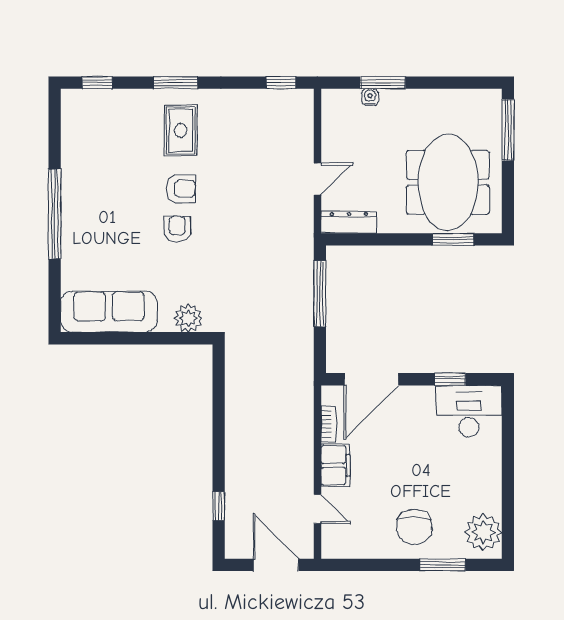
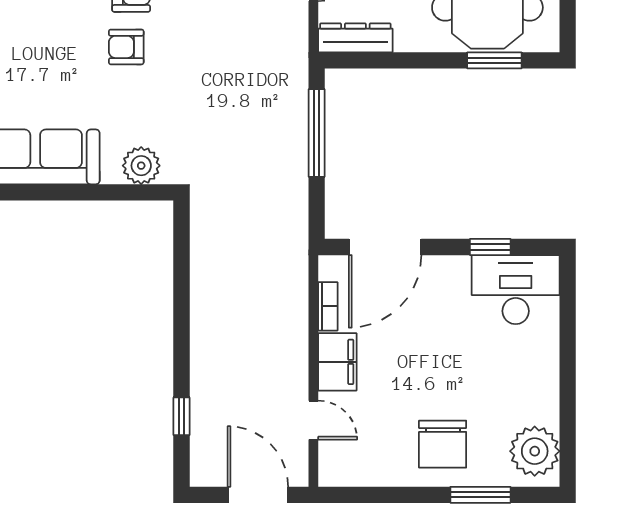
armchair: (177, 229) -> (126, 47), turned -90

